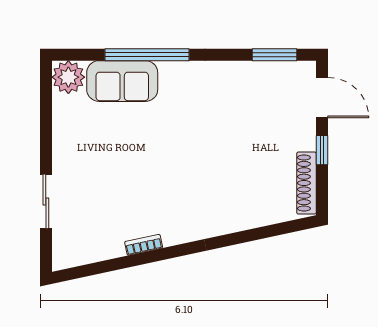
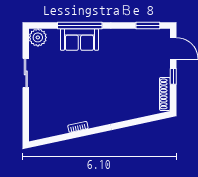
sofa: (122, 81) -> (79, 40), moved
sliding door: (46, 201) -> (26, 73), moved

